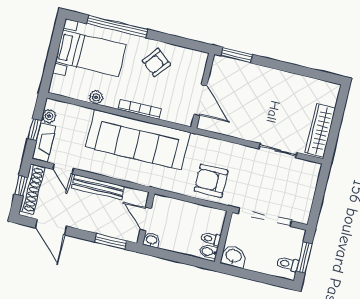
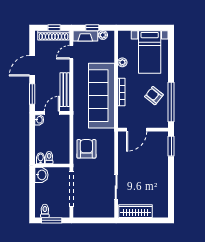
window: (117, 26) -> (171, 102), moved
bench: (98, 187) -> (65, 90), moved
door: (51, 227) -> (32, 66), moved

